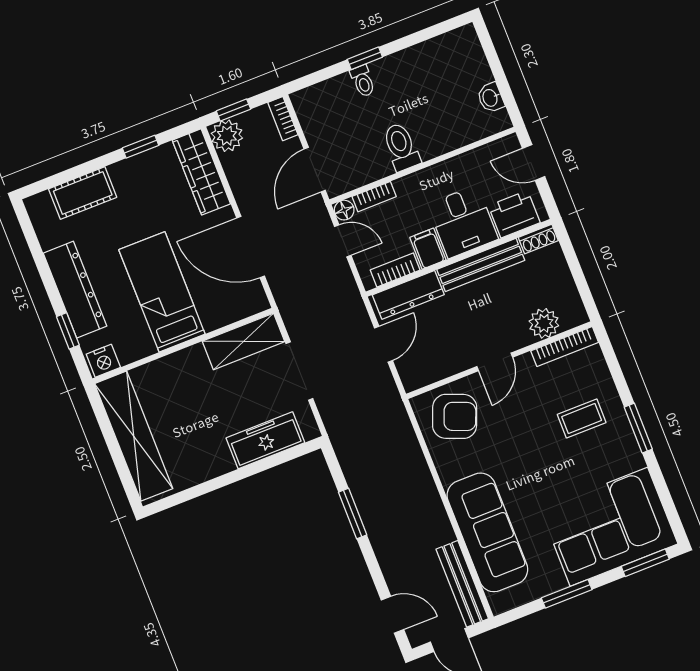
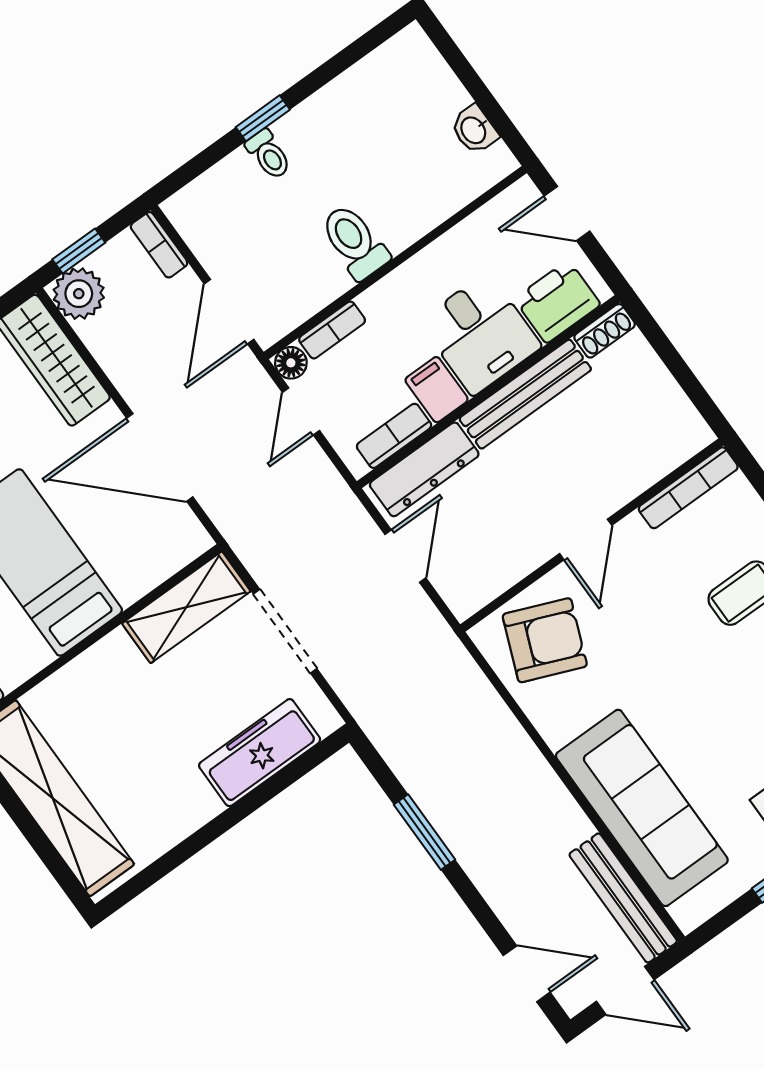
door: (343, 241) -> (301, 411), swing flipped
plant: (544, 323) -> (647, 460), removed

